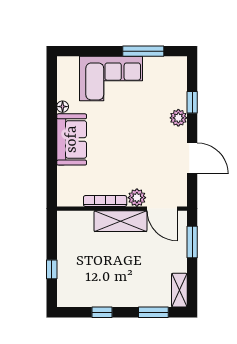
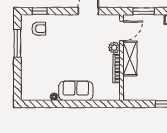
corner sofa: (111, 79) -> (36, 65), removed
armchair: (166, 84) -> (39, 29), added
window: (192, 102) -> (40, 11), moved
plant: (178, 118) -> (61, 20), removed

